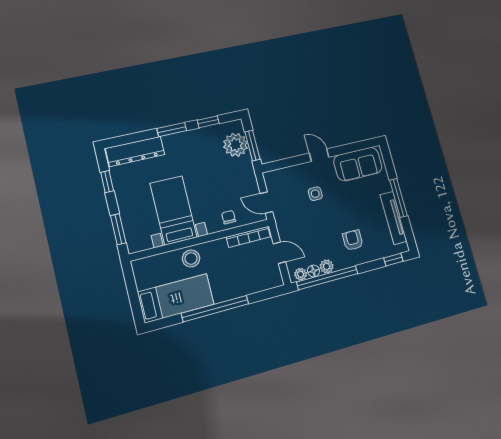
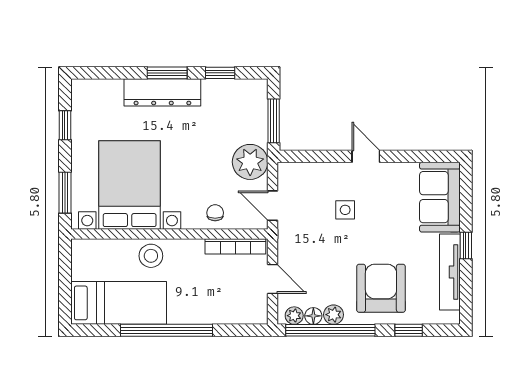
plant: (236, 145) -> (250, 162), moved
dresser: (135, 151) -> (162, 92), moved
sofa: (358, 164) -> (440, 197), moved, turned 90
window: (399, 198) -> (466, 245), width x0.46
bed with nightstands: (173, 210) -> (130, 185), width x1.36
armchair: (353, 240) -> (381, 288), width x1.88, depth x1.88
window: (393, 260) -> (409, 330), moved

